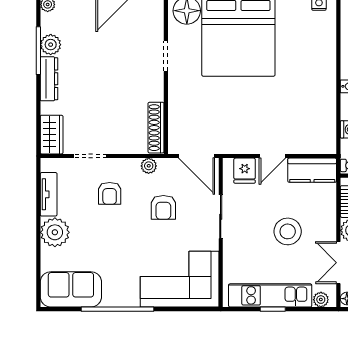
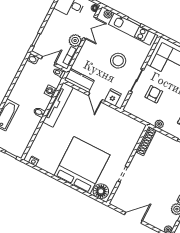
tv unit: (326, 114) -> (58, 105), added
door: (197, 156) -> (133, 117), removed
door: (272, 156) -> (95, 98), swing flipped
armchair: (163, 207) -> (154, 94), moved
stool: (288, 231) -> (118, 61), moved

